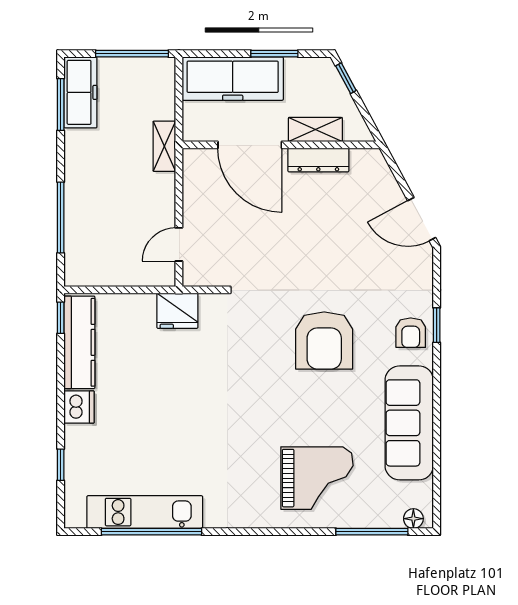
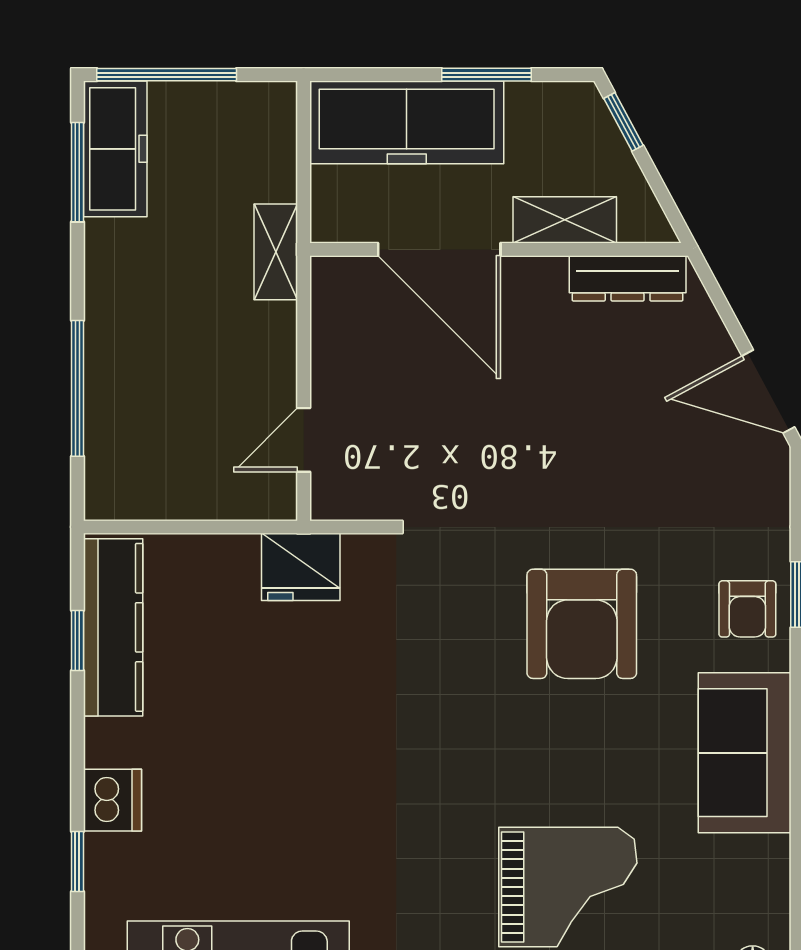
window: (132, 54) -> (167, 75), moved
dresser: (318, 160) -> (628, 278), moved
window: (61, 318) -> (77, 640), moved
dishwasher: (79, 407) -> (113, 800), moved
sofa: (409, 423) -> (745, 753), width x0.73

